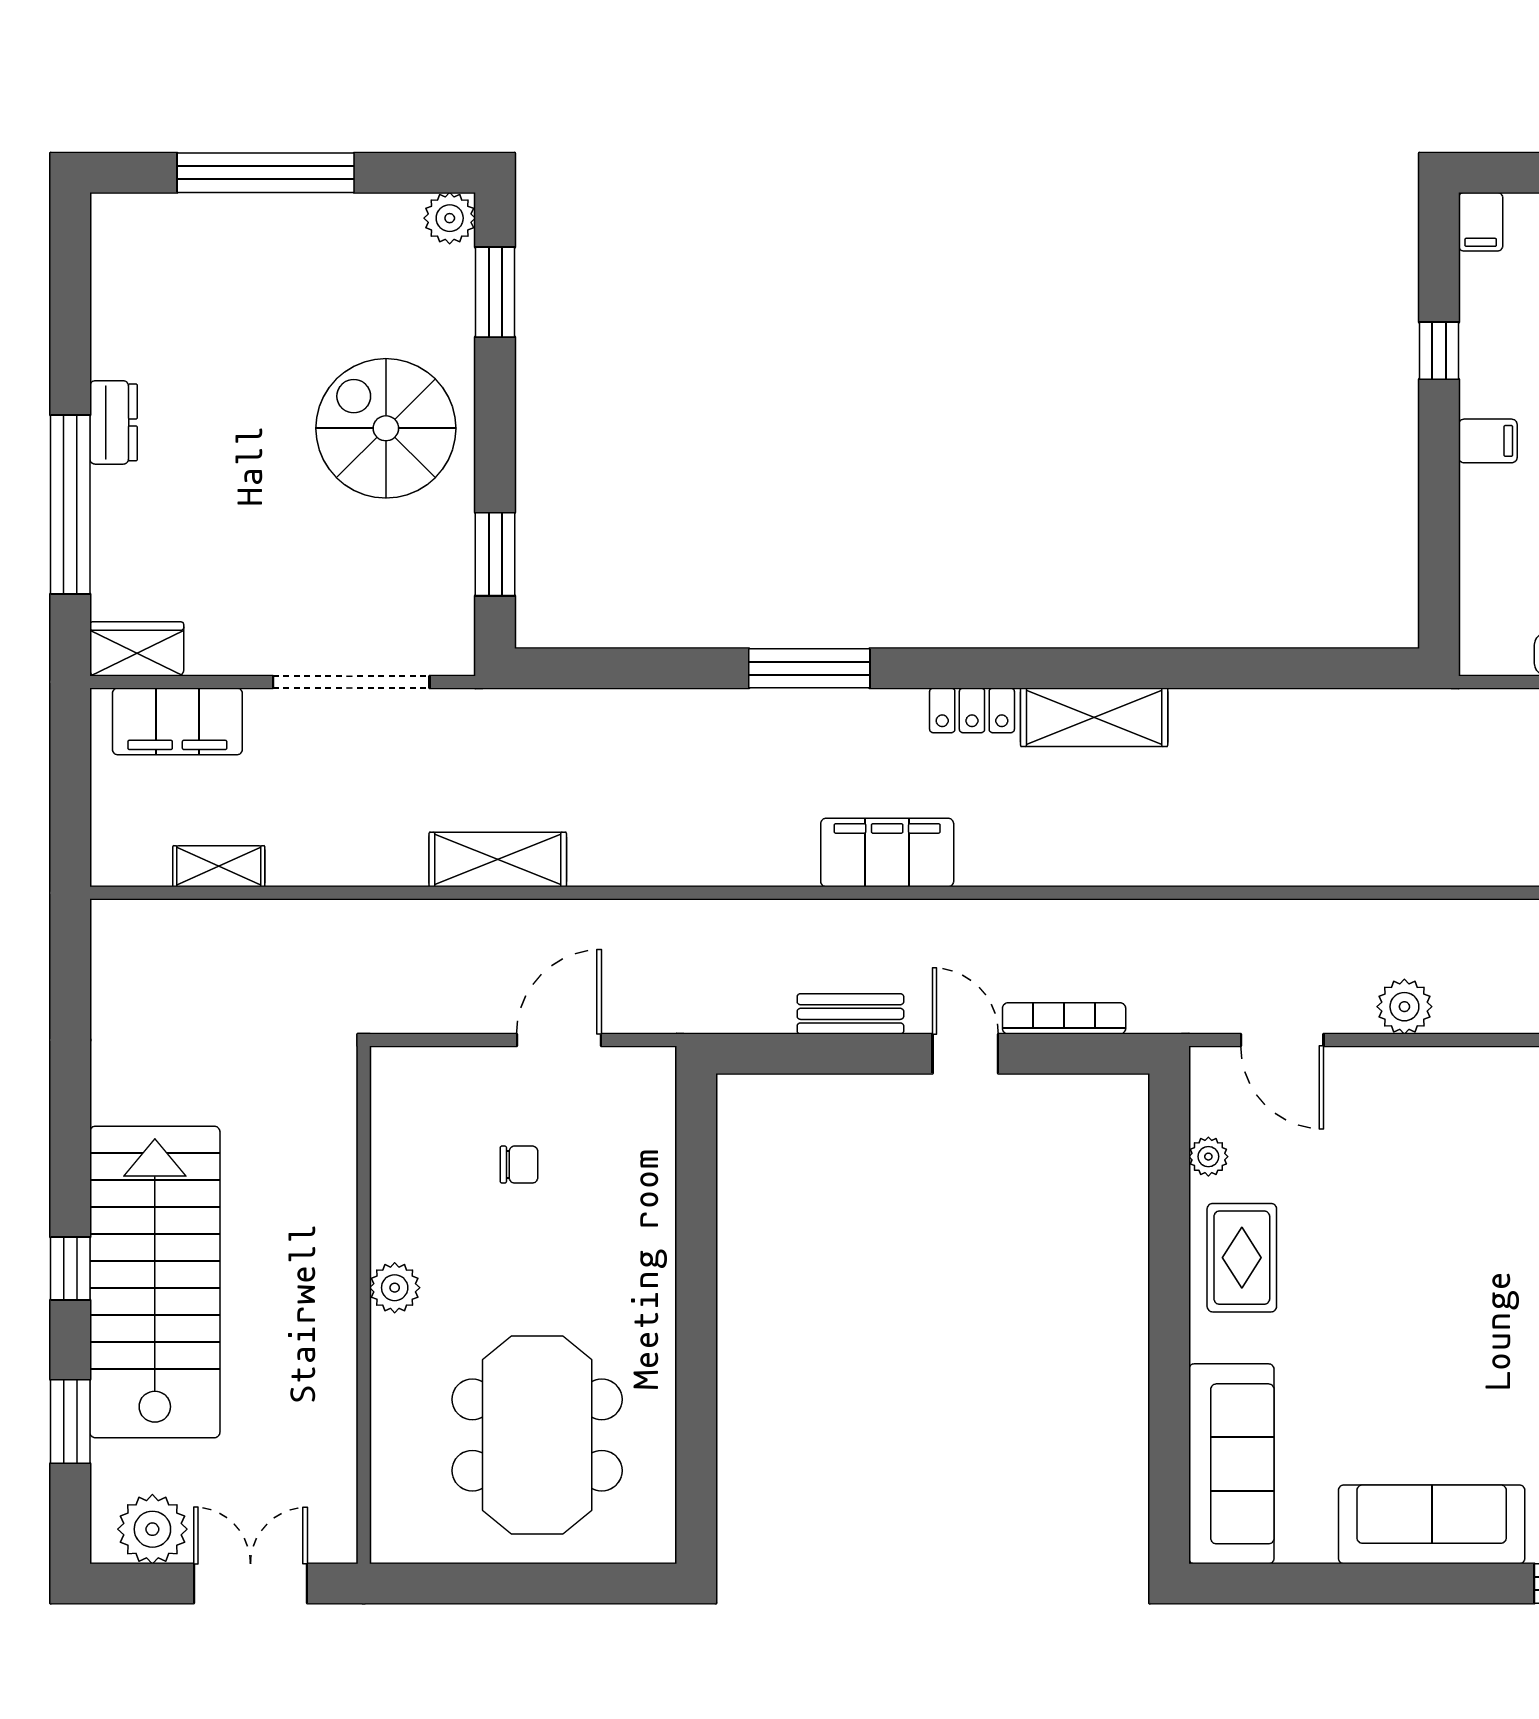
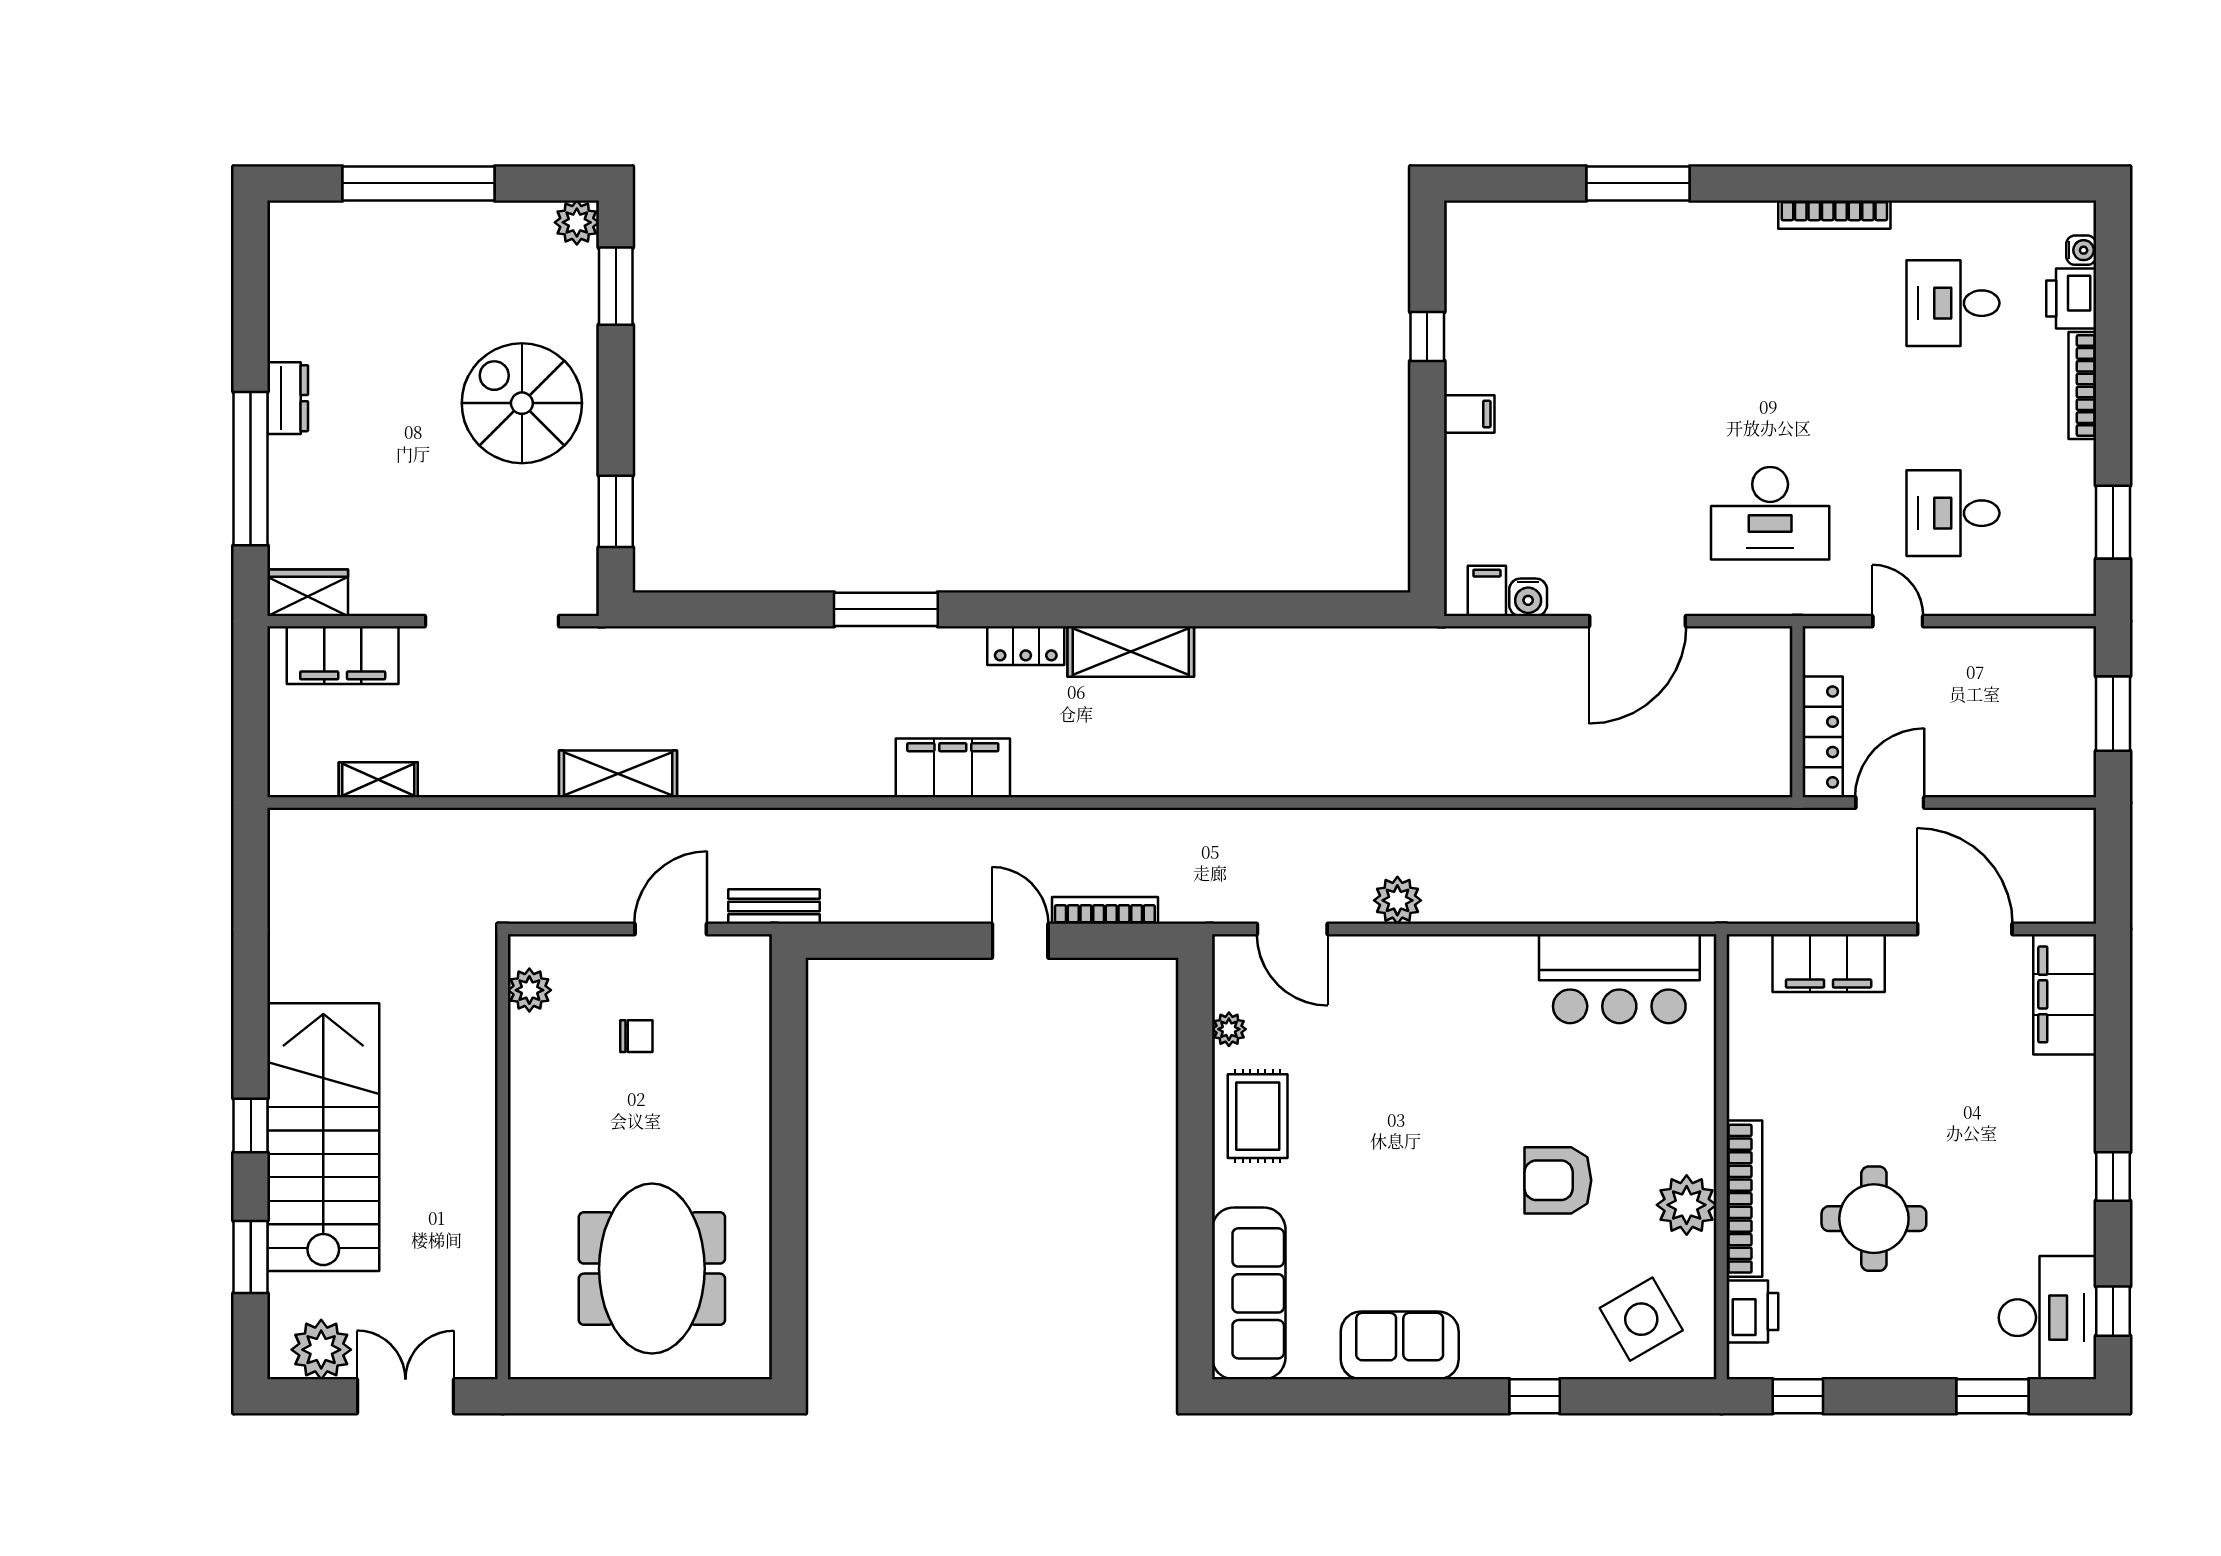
filing cabinet: (1481, 222) -> (1487, 591), moved, turned 180
bench: (850, 1014) -> (774, 907), moved
plant: (395, 1288) -> (529, 990), moved
sofa: (1432, 1524) -> (1400, 1345), width x0.73

